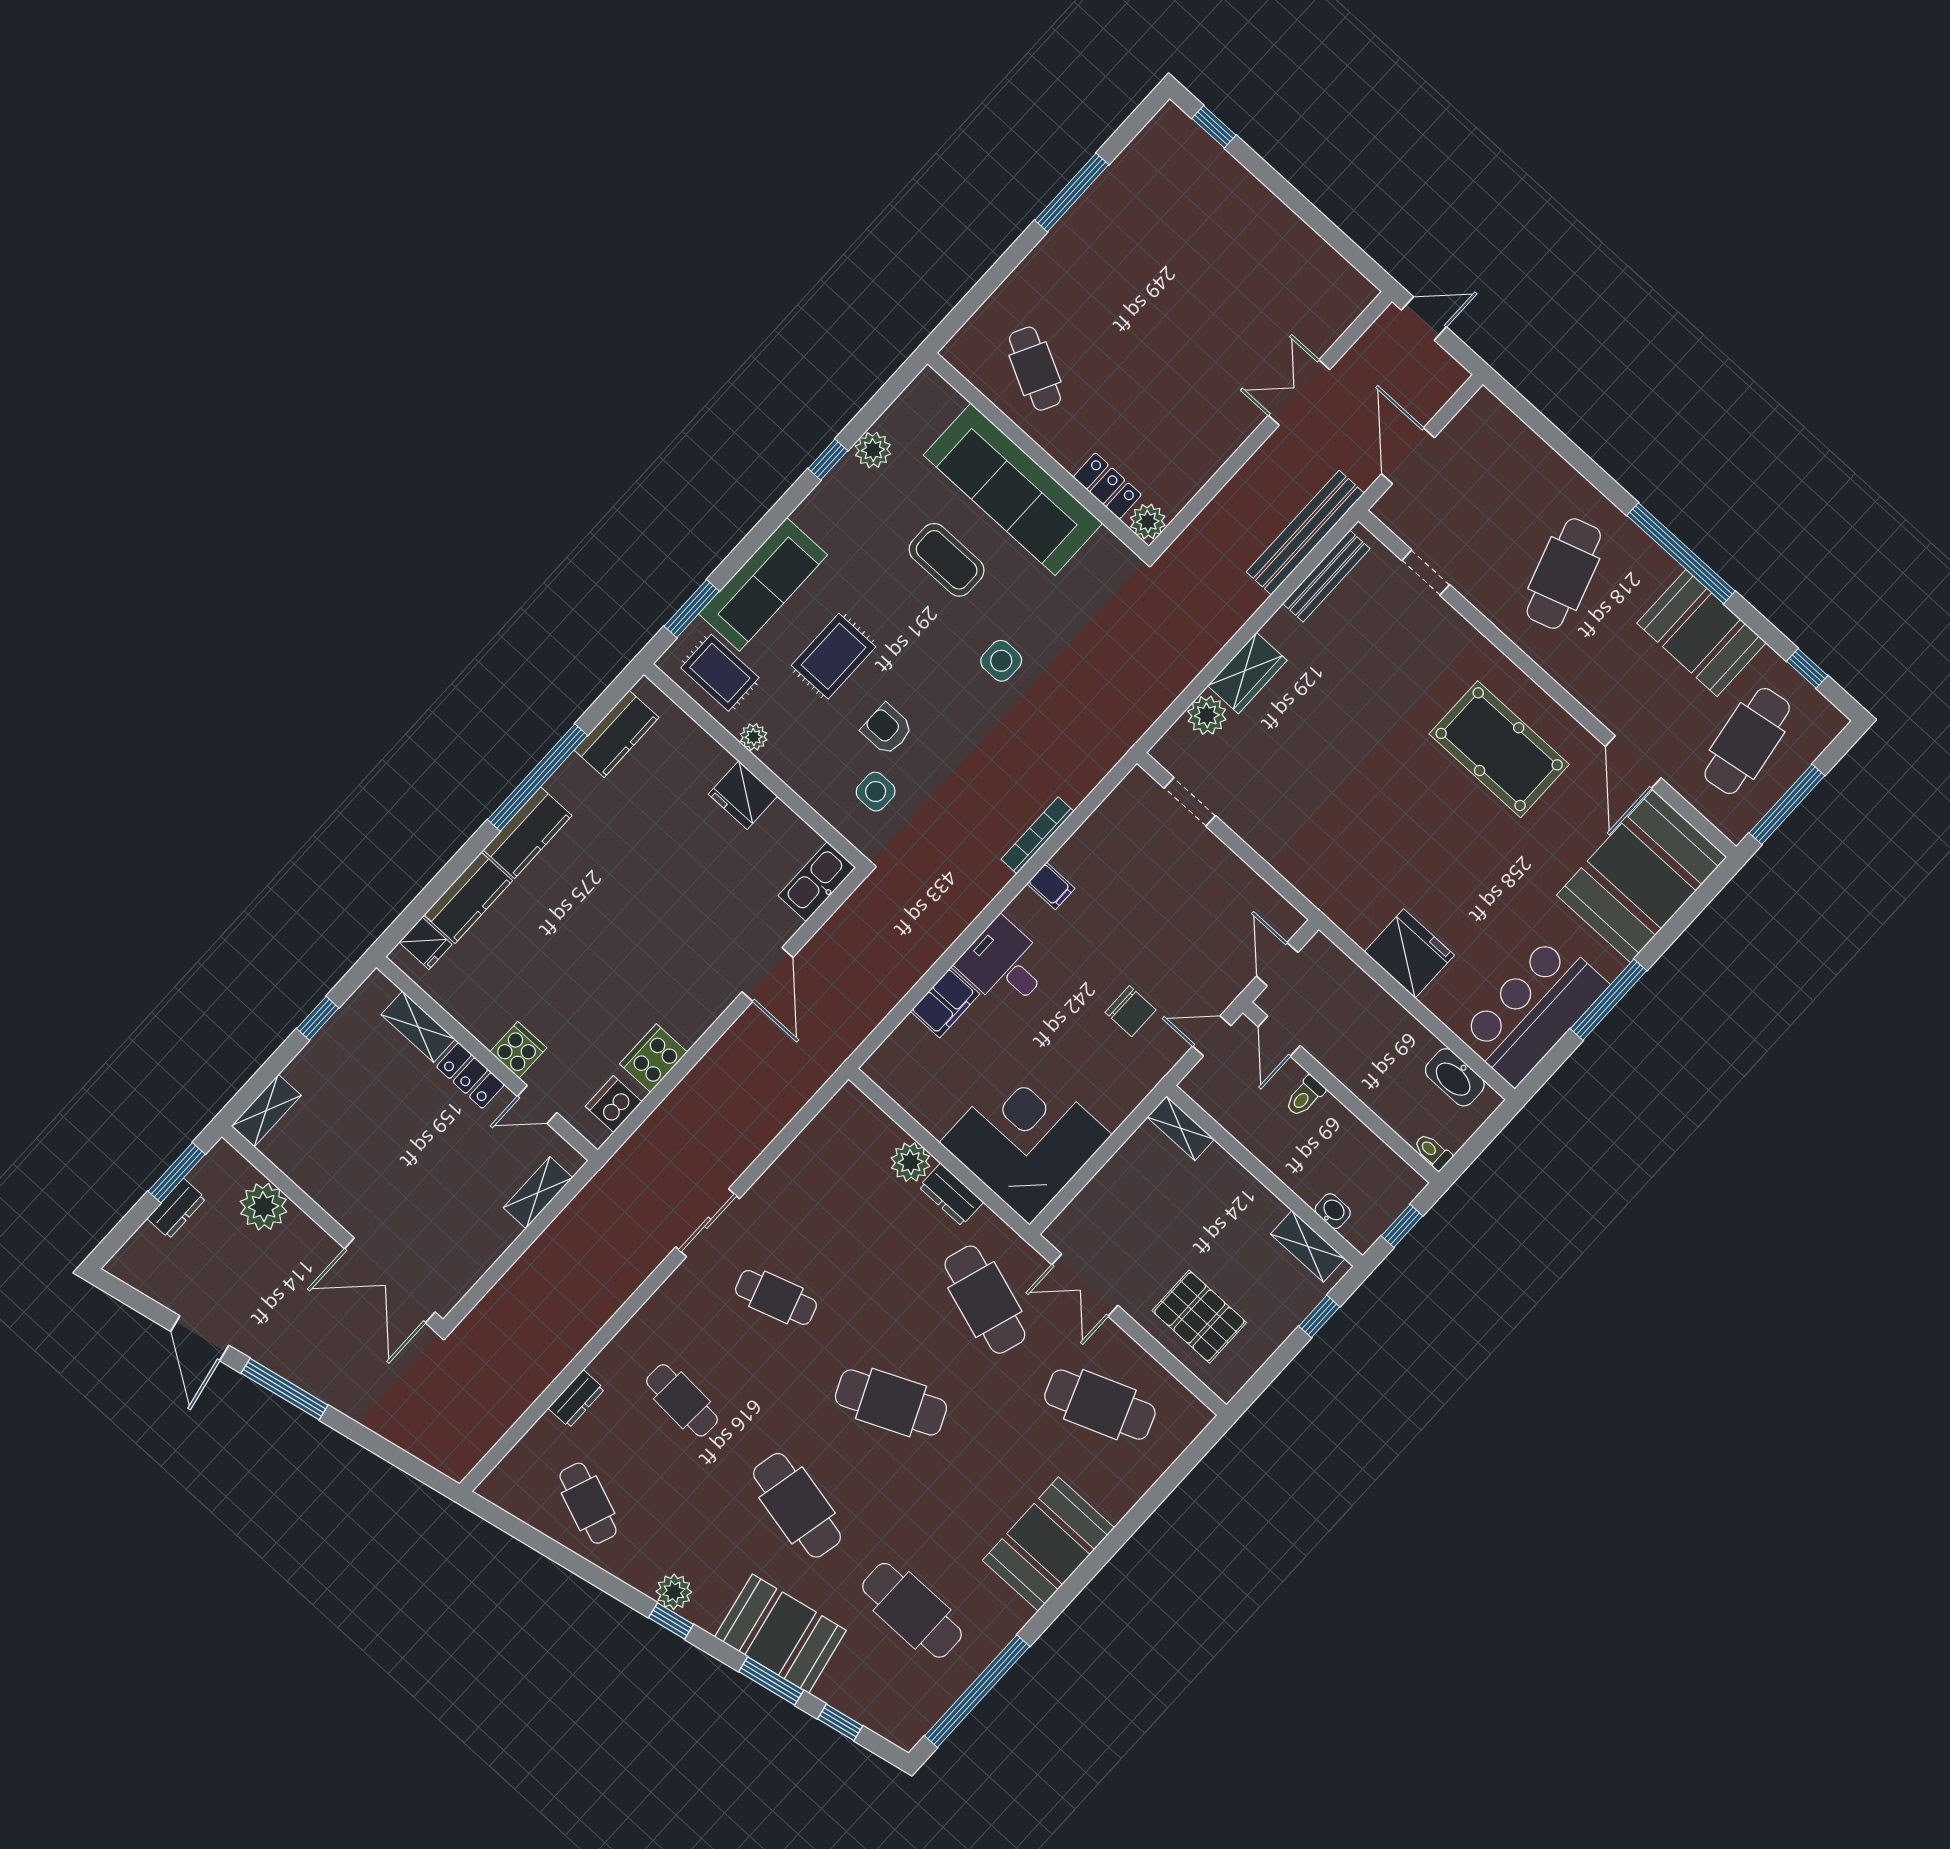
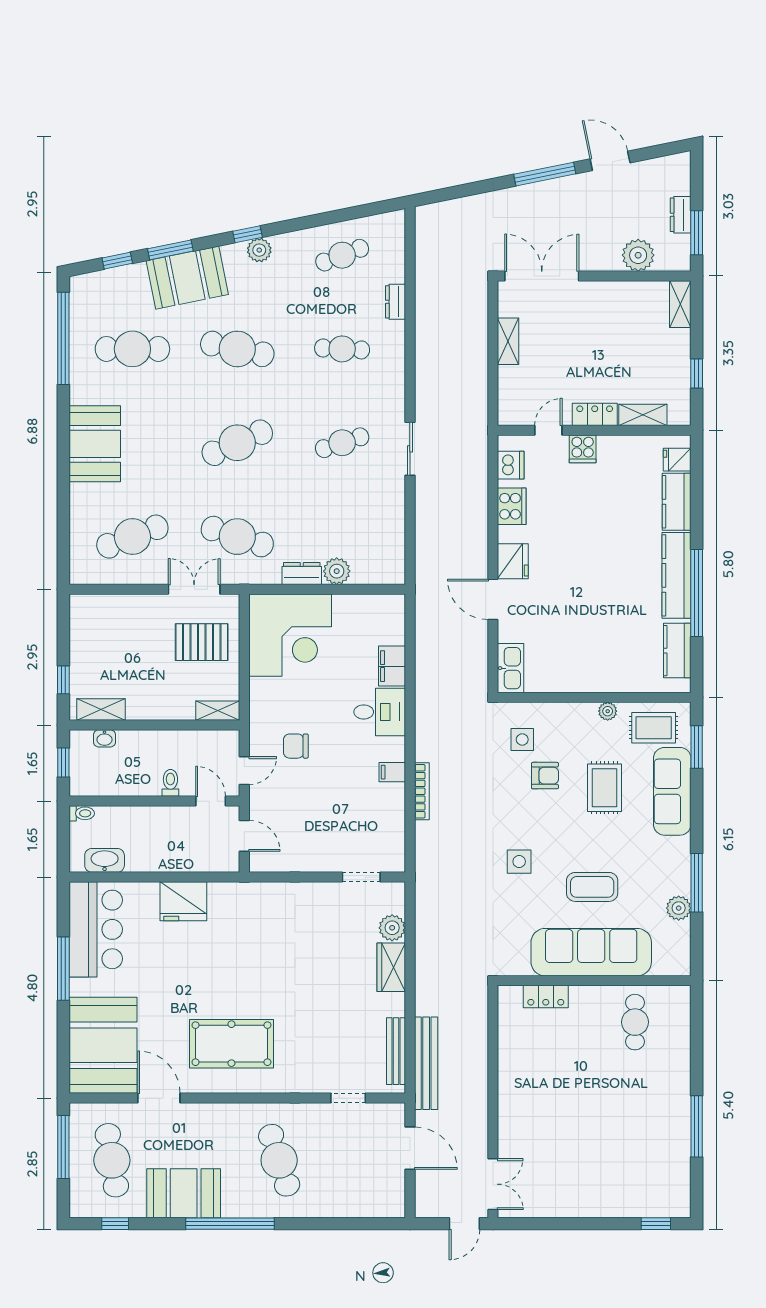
cafe table: (1035, 369) -> (635, 1022), turned 63
double door: (1299, 392) -> (493, 1184), moved
window: (828, 460) -> (697, 883), width x2.17
plant: (1148, 522) -> (510, 997), removed
fridge: (743, 795) -> (513, 561), moved, turned 90
kitchen counter: (528, 833) -> (677, 575), width x1.50
shelving: (538, 1193) -> (508, 341), moved
pallet: (1199, 1317) -> (202, 642), moved
cafe table: (588, 1503) -> (342, 255), turned -42

